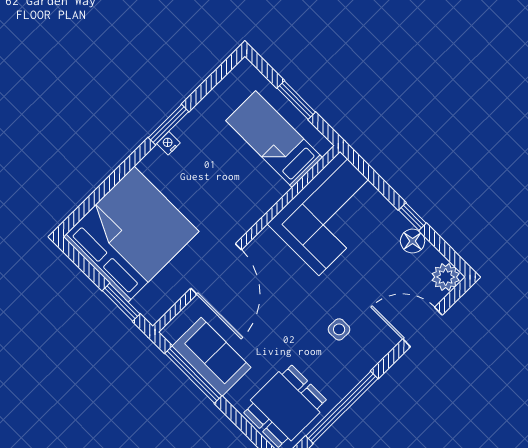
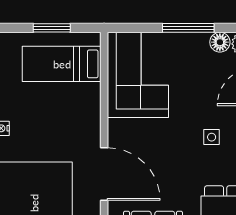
window: (412, 217) -> (188, 28), width x2.17
floor lamp: (413, 241) -> (220, 42), moved

